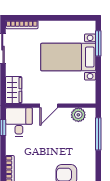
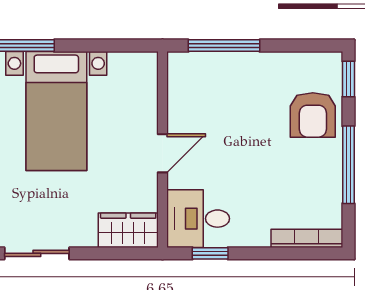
door: (49, 106) -> (163, 153), hinge flipped
plant: (78, 115) -> (182, 89), removed

